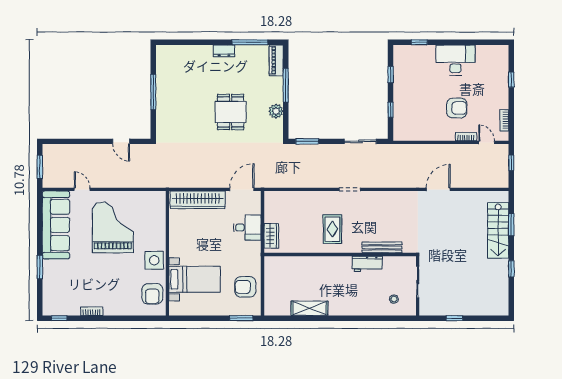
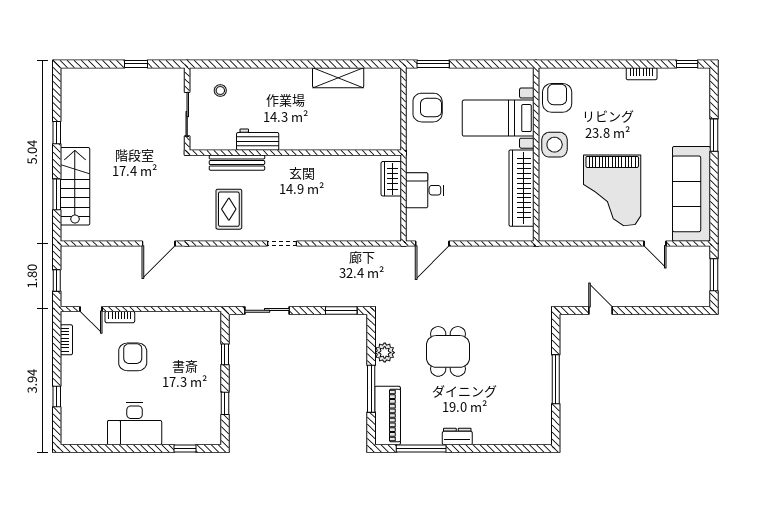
piano: (276, 60) -> (388, 416), width x1.37, depth x1.33
armchair: (457, 108) -> (133, 357), turned 90
wardrobe: (198, 200) -> (522, 188), moved, turned -90
rug: (332, 229) -> (229, 209), moved

